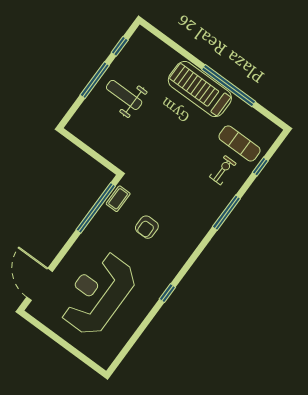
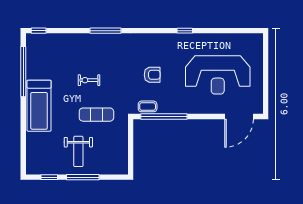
window: (229, 86) -> (23, 72), moved
exercise mat: (239, 143) -> (96, 115), moved, turned 90
window: (260, 167) -> (39, 31), moved
exercise bike: (223, 170) -> (89, 80), moved

